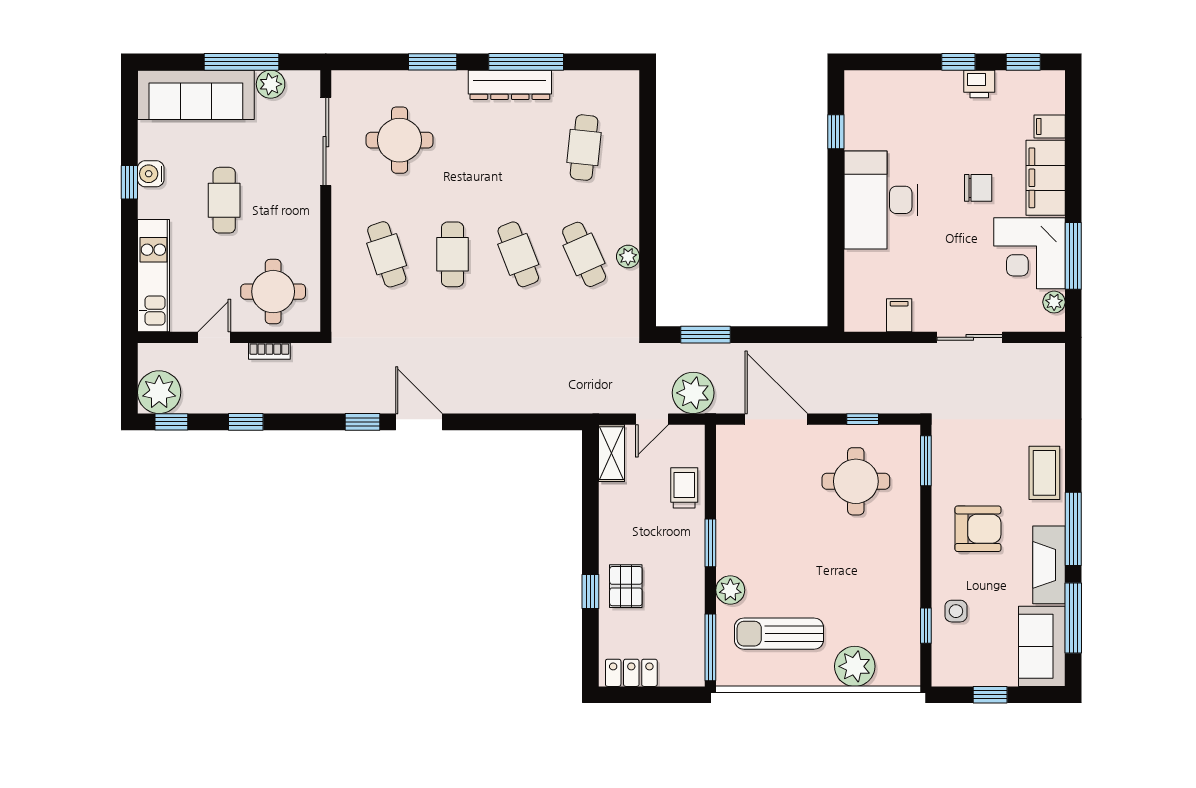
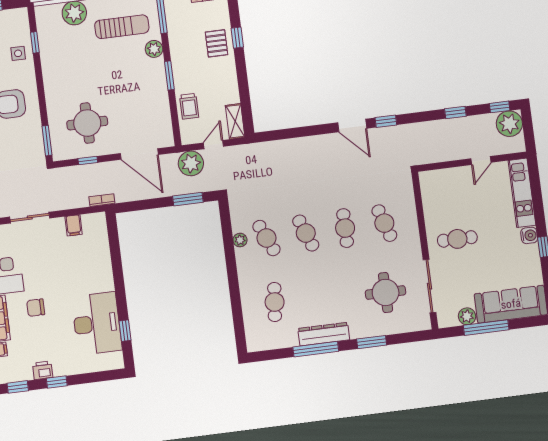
water cooler: (151, 174) -> (529, 235), moved
cafe table: (224, 200) -> (457, 239), moved, turned 90
desk: (881, 200) -> (97, 323), moved
round table: (273, 292) -> (449, 192), removed
bookcase: (269, 351) -> (102, 200), moved

